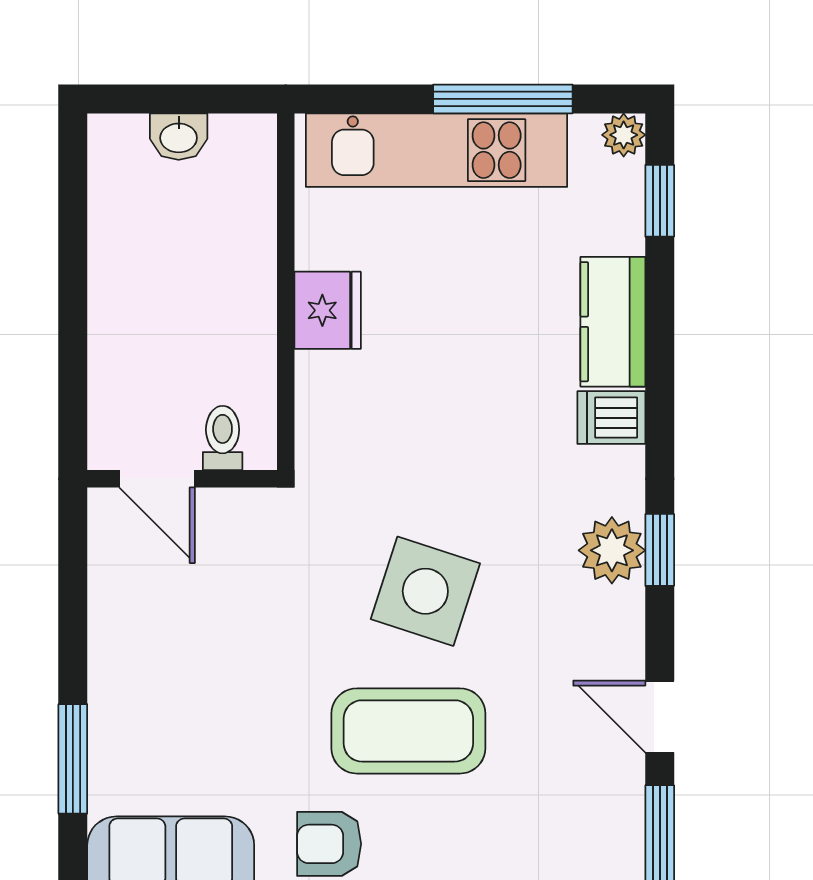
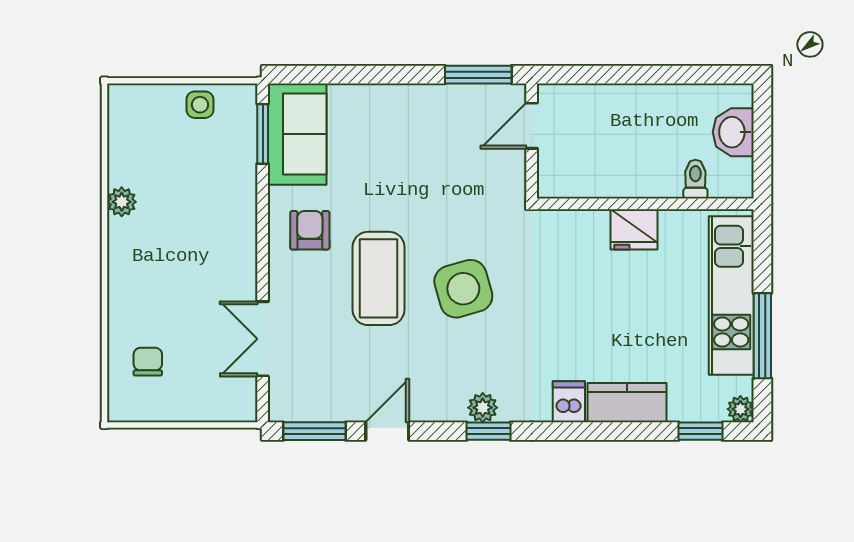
washbasin: (179, 137) -> (733, 132), width x1.38, depth x1.45
toilet: (223, 438) -> (695, 179), moved, turned -90
plant: (612, 550) -> (483, 408), width x0.73, depth x0.73
side table: (425, 591) -> (463, 289), turned -34
window: (73, 759) -> (478, 75), moved

